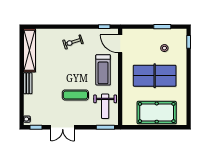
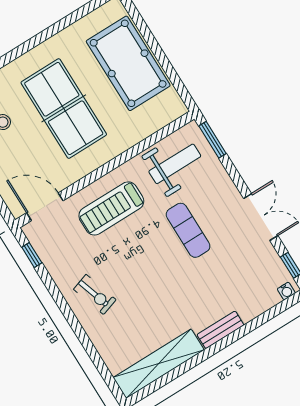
door: (120, 44) -> (45, 207), swing flipped
treadmill: (103, 70) -> (111, 208), turned 180

